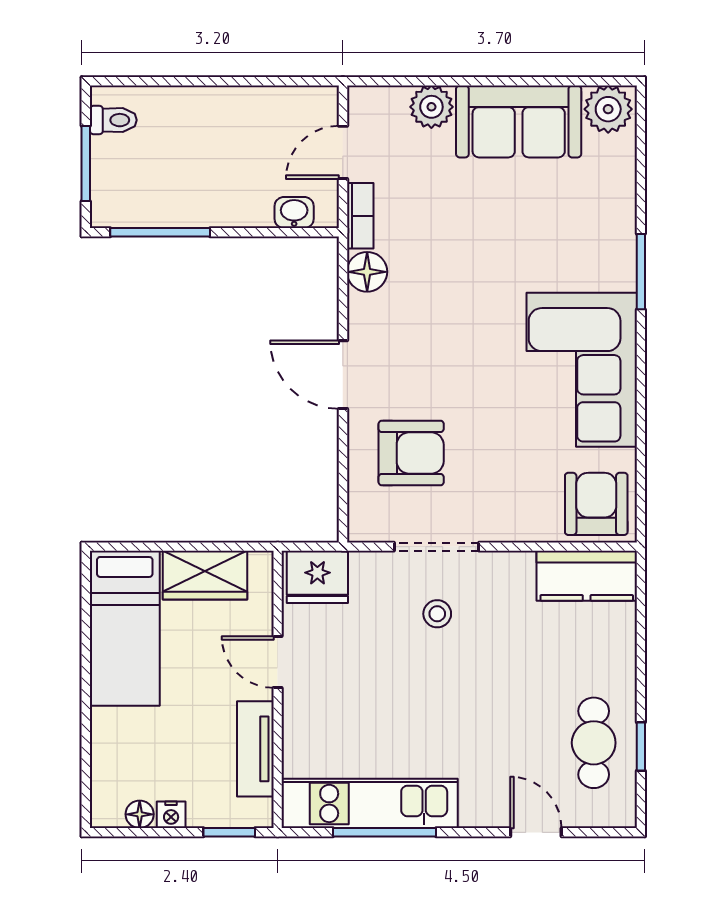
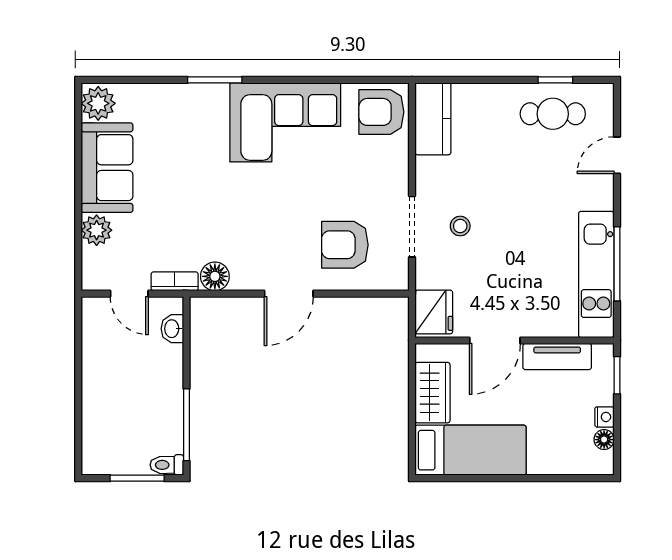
toilet: (113, 120) -> (167, 465), moved, turned -90
armchair: (411, 453) -> (345, 245), turned -90
door: (278, 662) -> (495, 341), width x1.38

